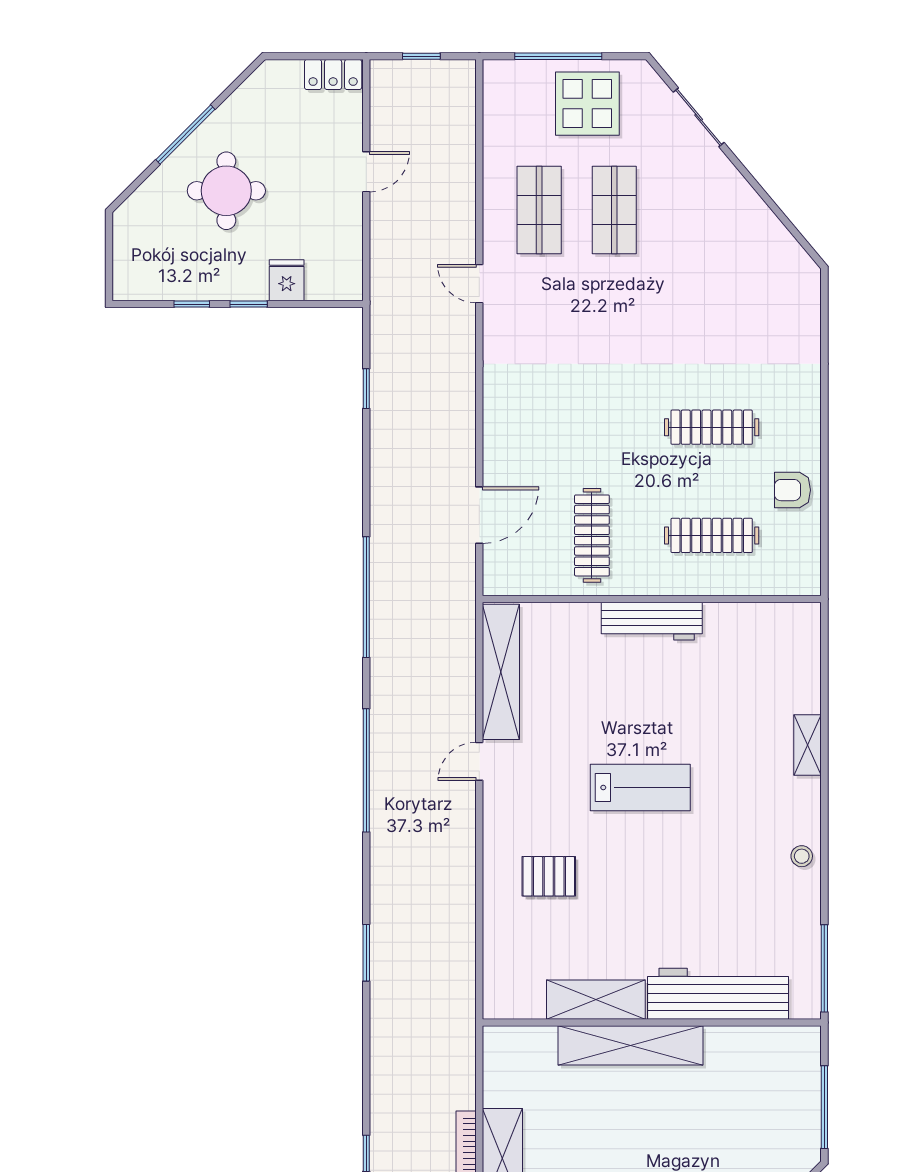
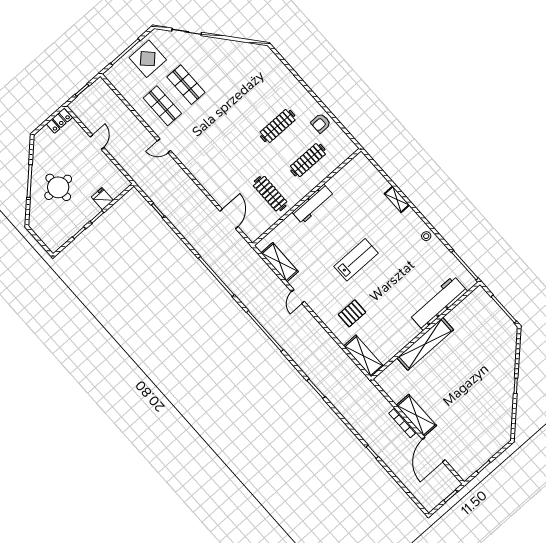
shelving: (501, 672) -> (280, 262), width x0.68
shelving: (596, 1000) -> (364, 356), moved, turned 90

